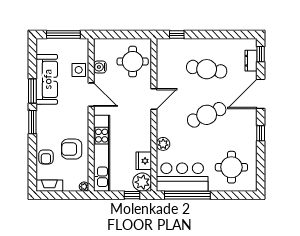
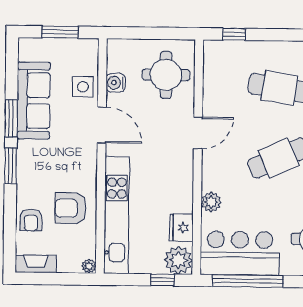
window: (63, 34) -> (60, 32), width x0.69

